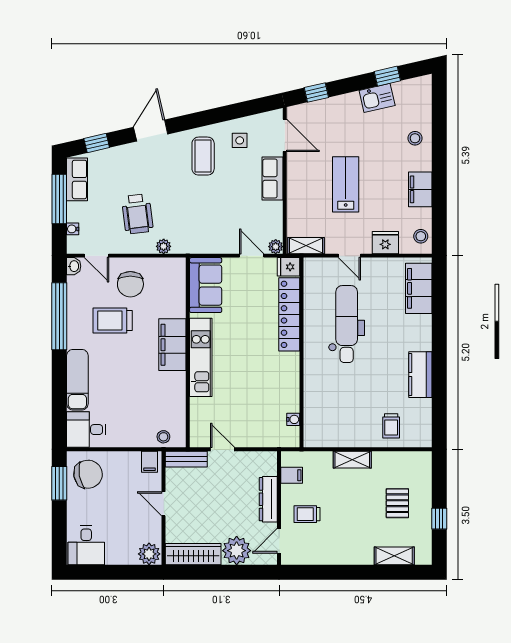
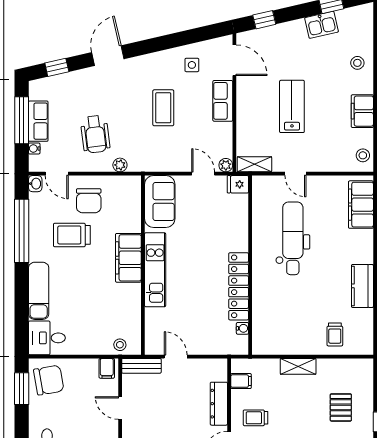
coffee table: (203, 156) -> (163, 108), moved
row of seats: (77, 179) -> (38, 121), moved
fridge: (385, 243) -> (329, 161), removed
locker: (289, 314) -> (239, 286), moved

